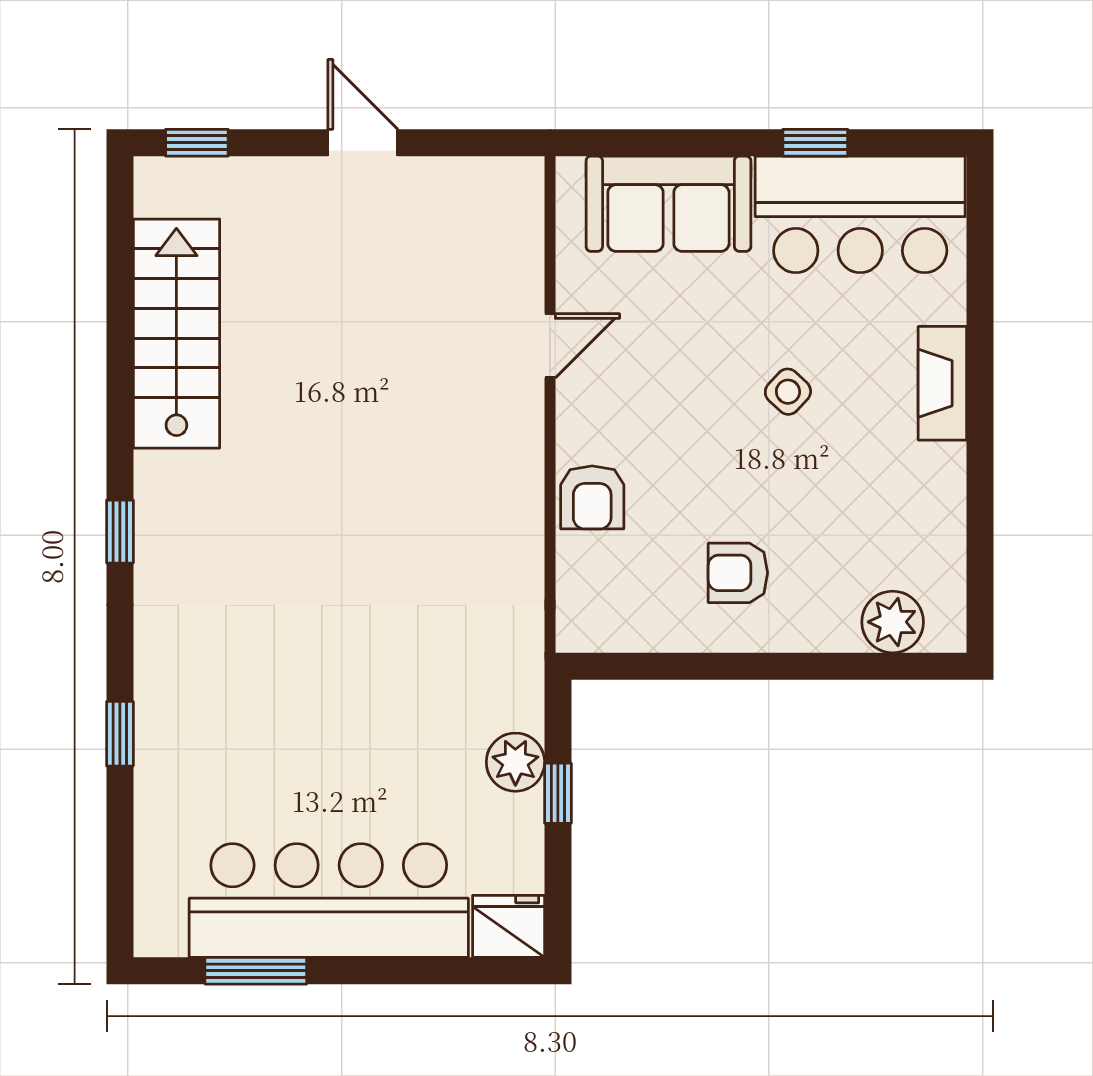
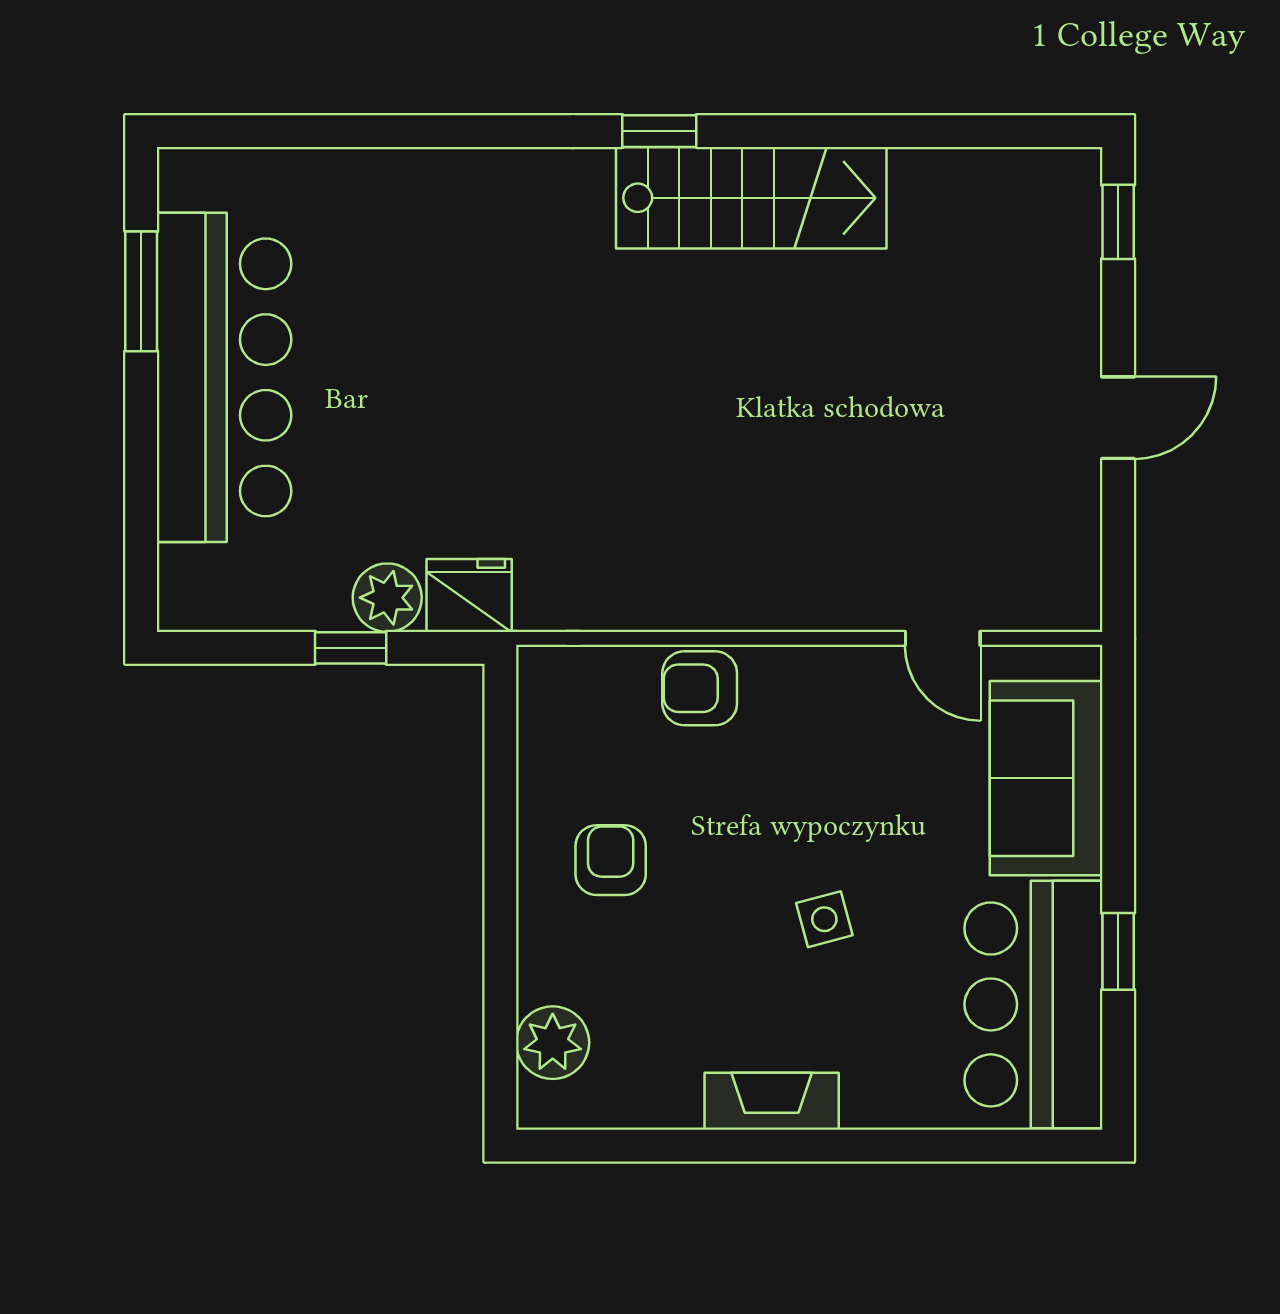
stairs: (176, 334) -> (751, 198), moved
door: (550, 346) -> (943, 638), moved
fireplace: (942, 383) -> (772, 1101), moved
side table: (788, 392) -> (824, 919), turned 32
window: (120, 734) -> (421, 131), removed
fridge: (509, 926) -> (469, 596), moved, turned -90

